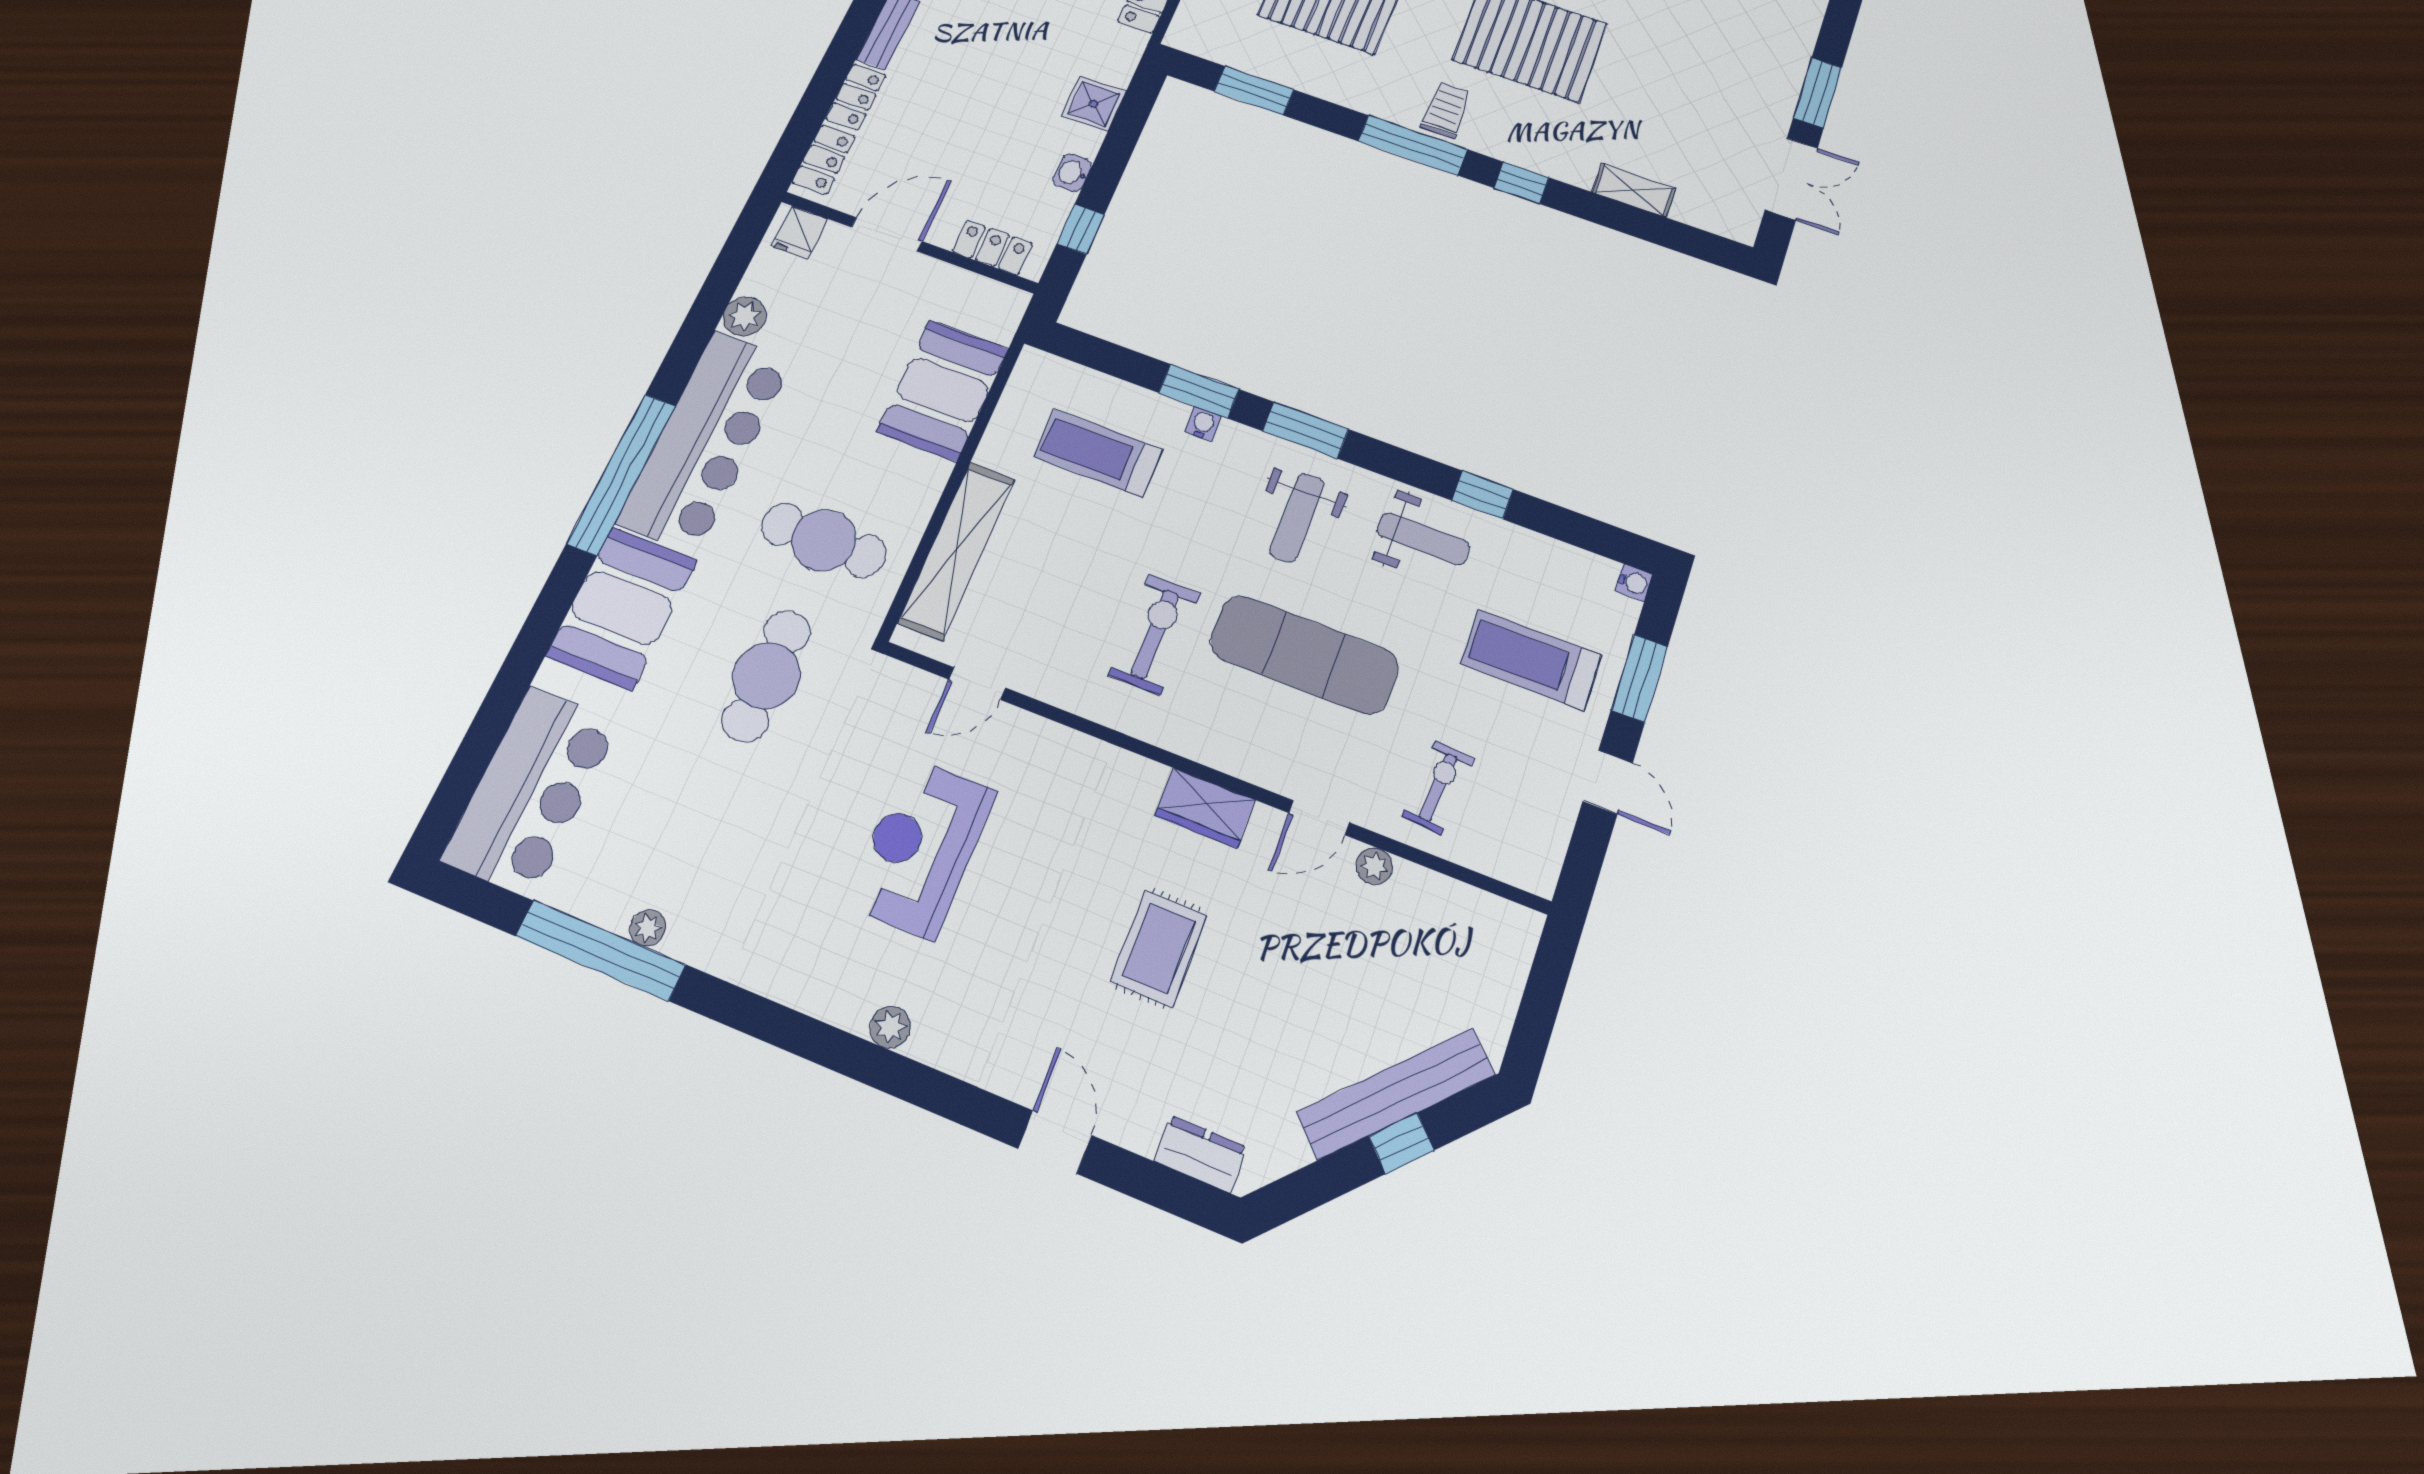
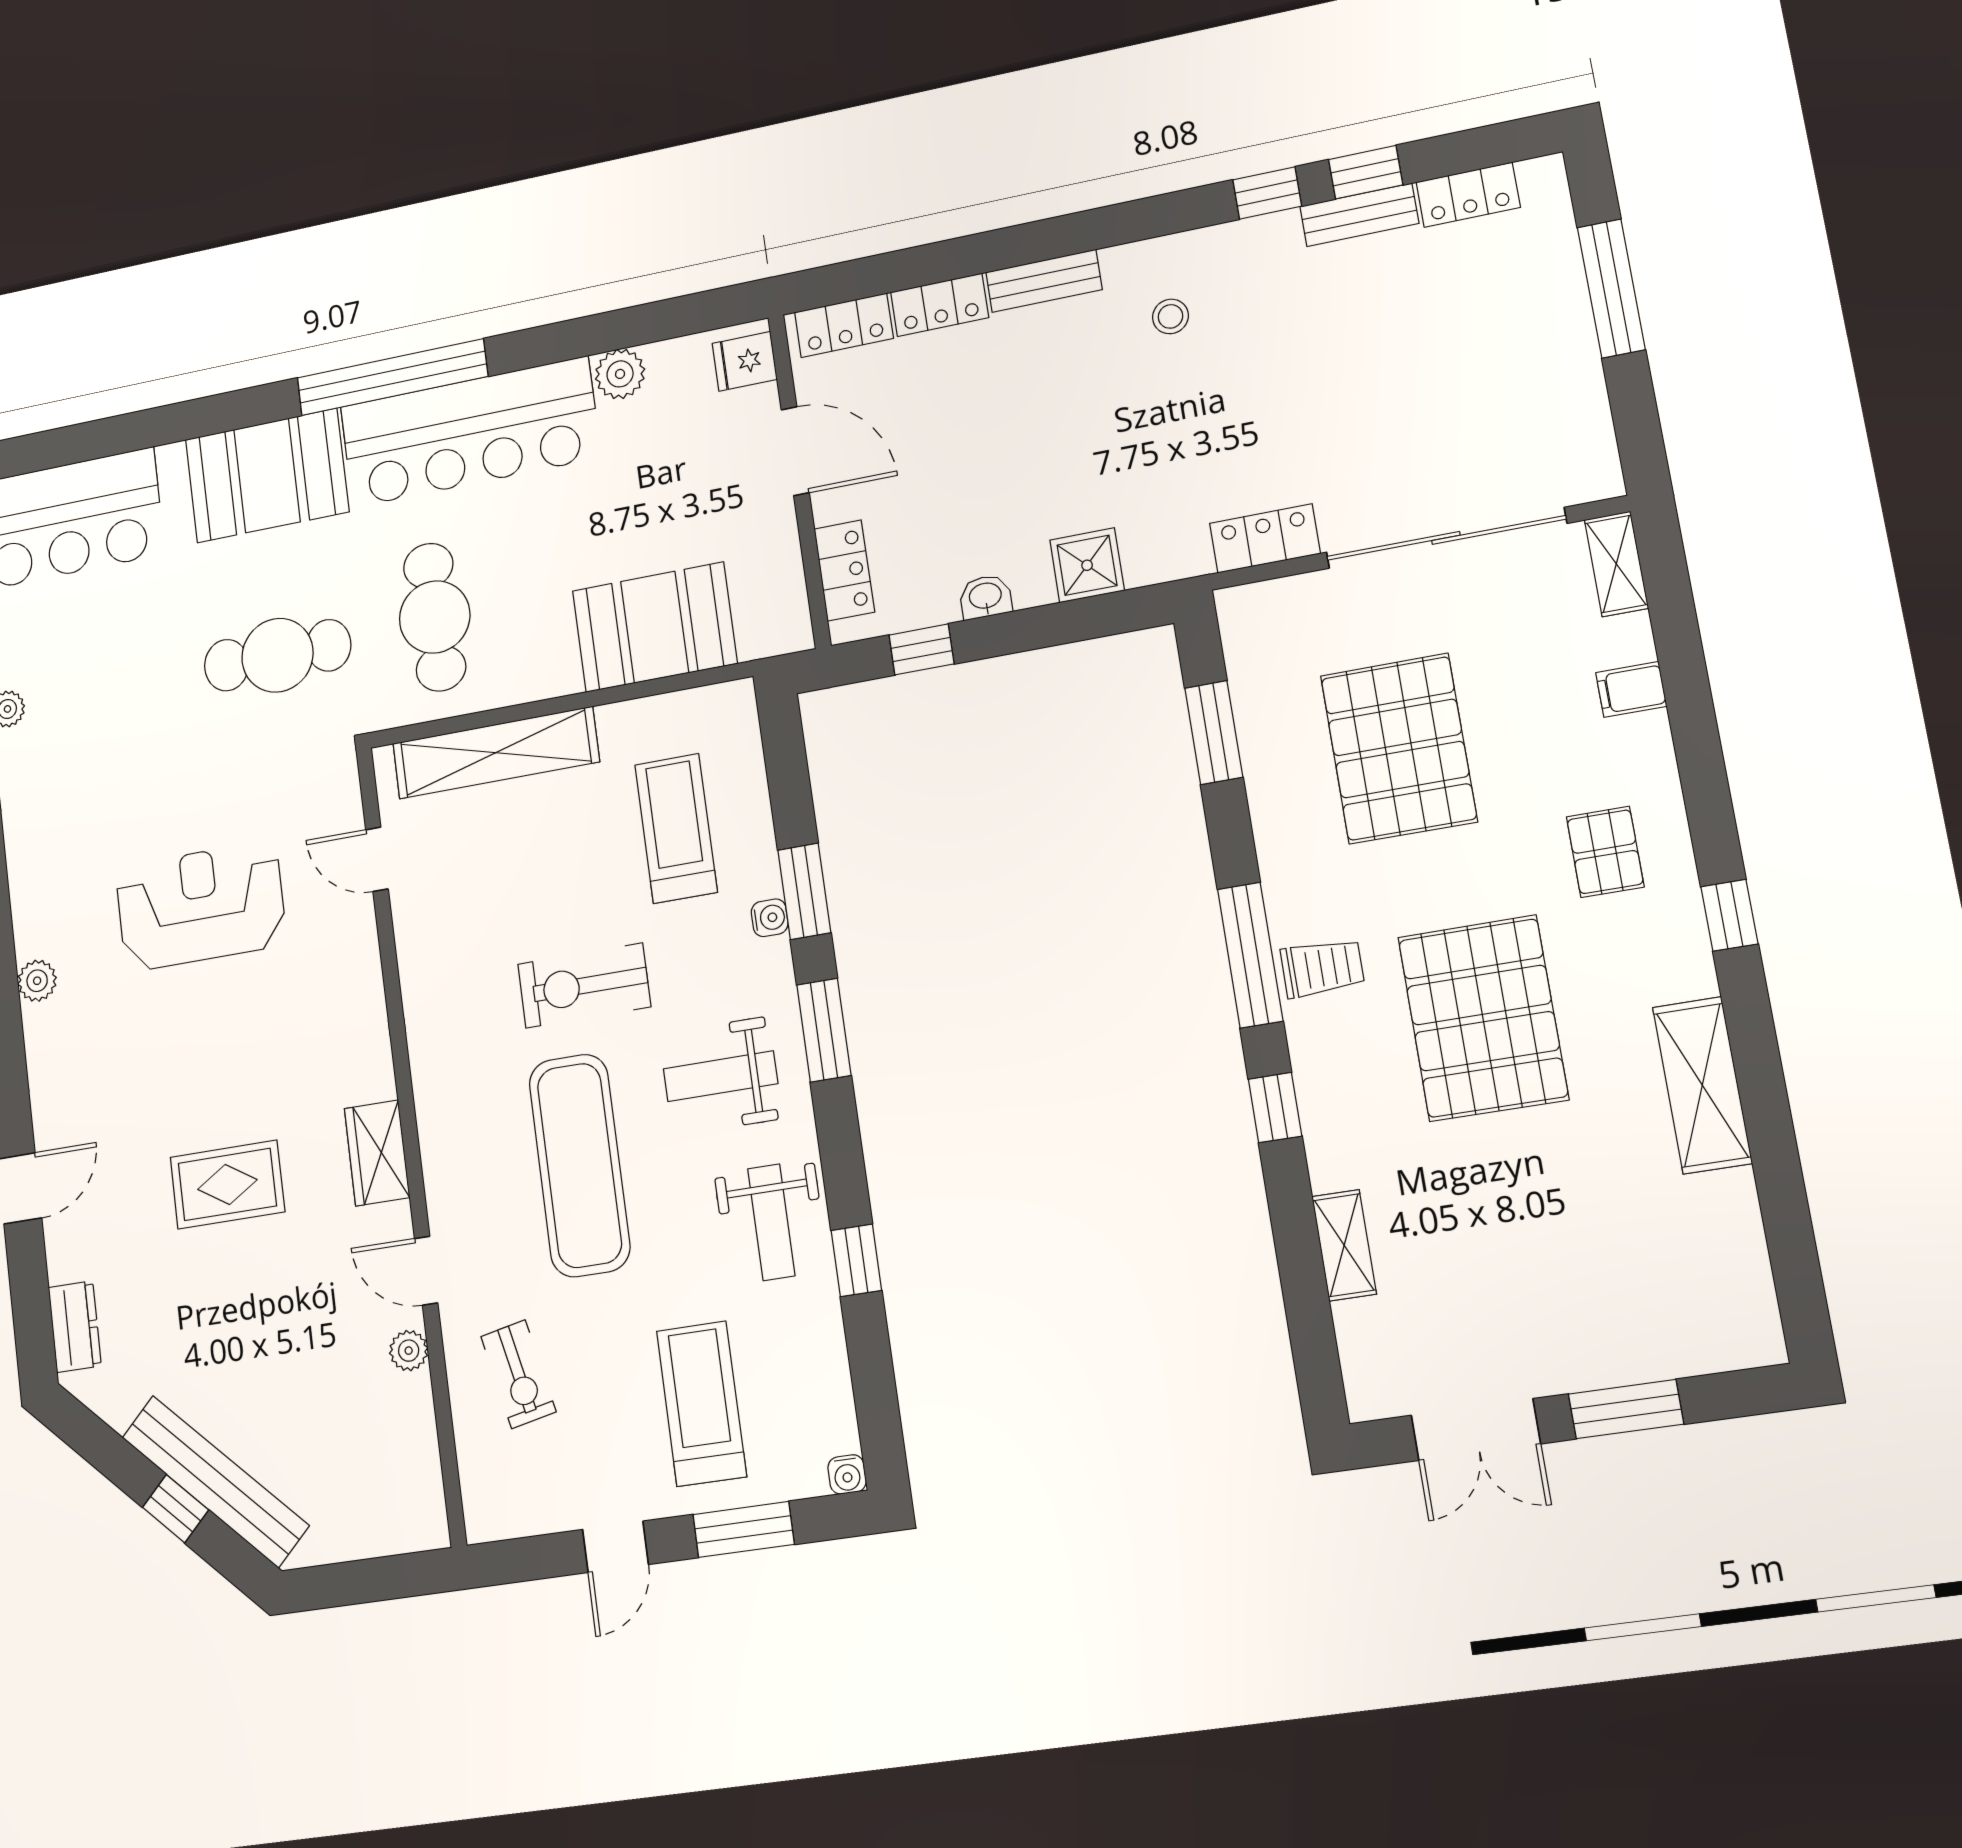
exercise bike: (1155, 634) -> (584, 986), moved, turned 180
exercise bike: (1438, 787) -> (518, 1374), turned 73

